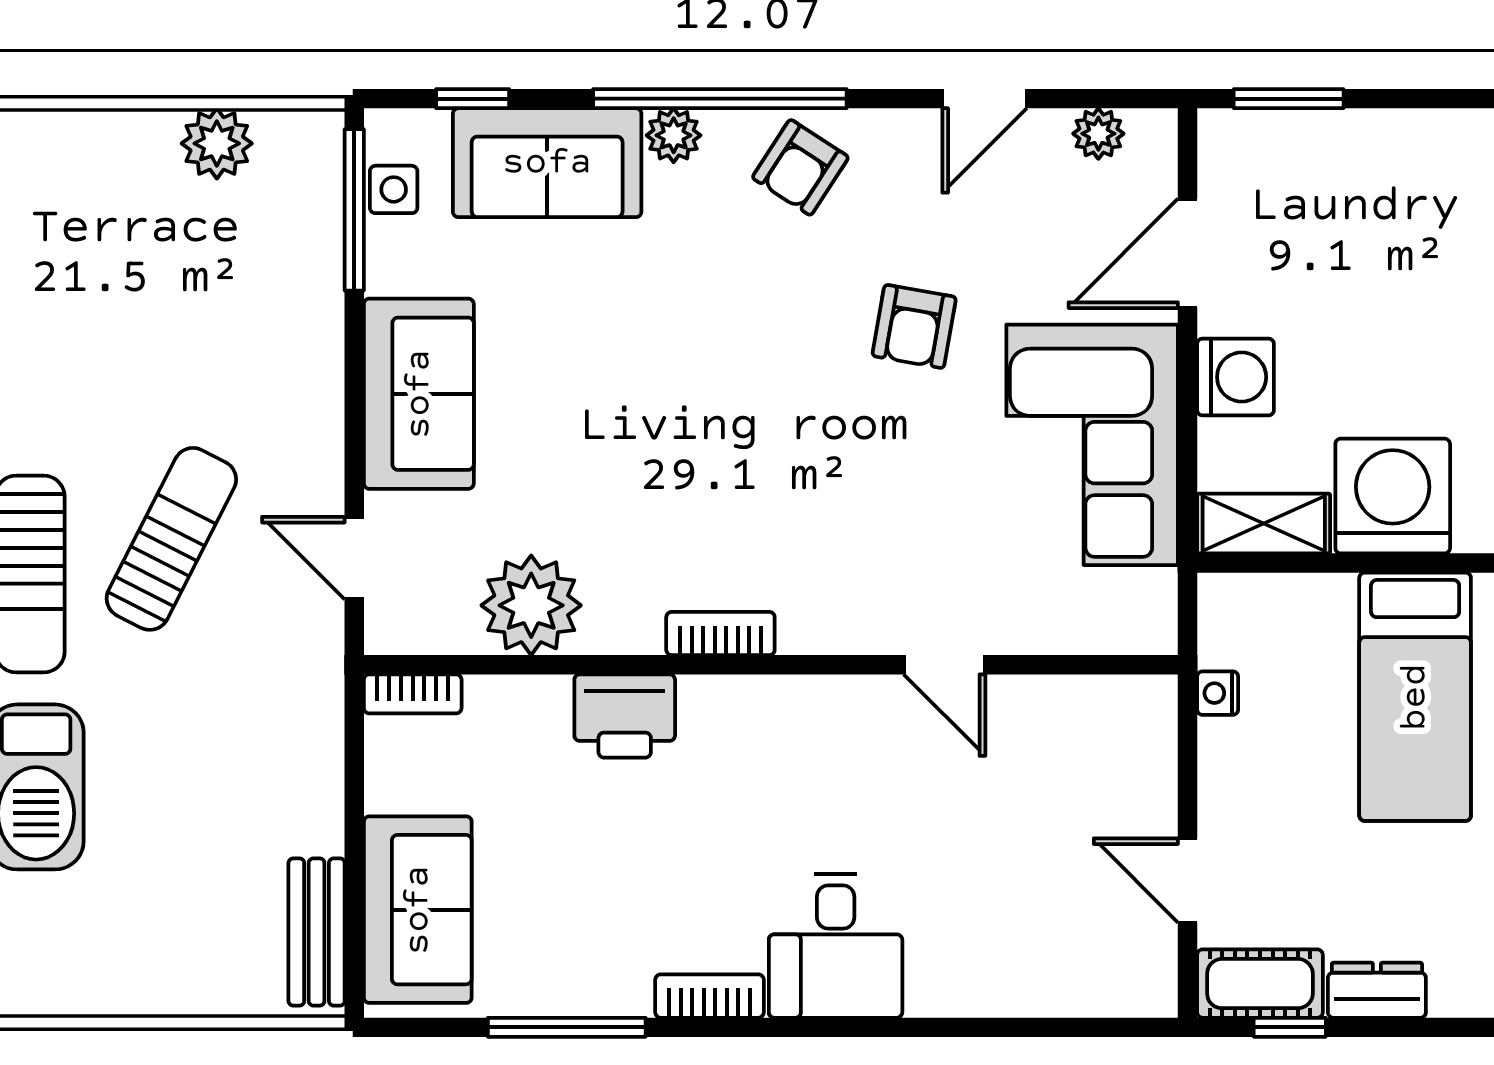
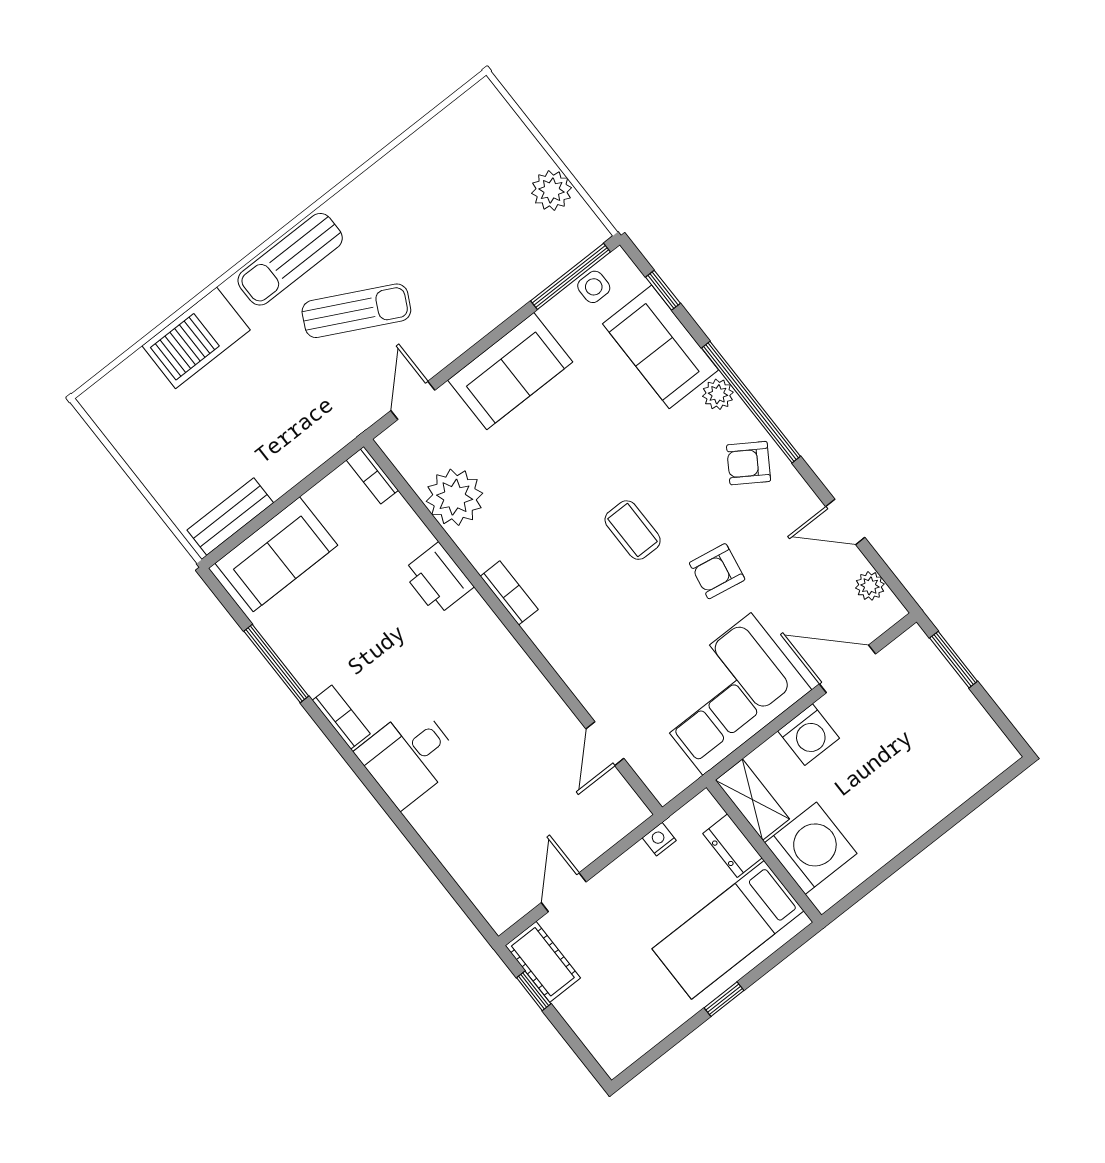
coffee table: (767, 398) -> (633, 530), added
door: (944, 665) -> (605, 744), moved
dresser: (1377, 990) -> (733, 846), moved, turned 180

